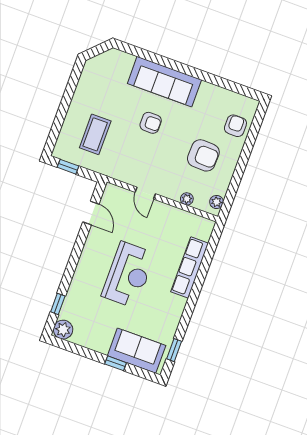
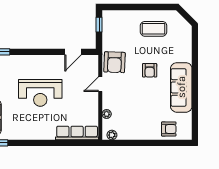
sofa: (164, 82) -> (181, 87), moved
coffee table: (95, 134) -> (154, 29), moved
armchair: (203, 155) -> (114, 62), moved
row of seats: (190, 267) -> (77, 133), moved

